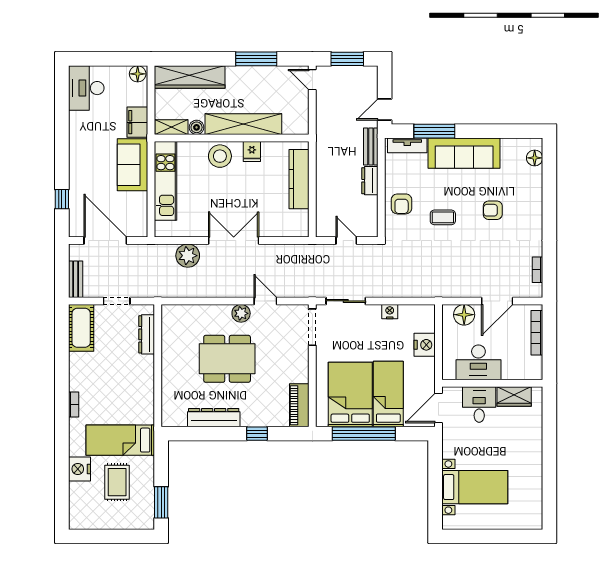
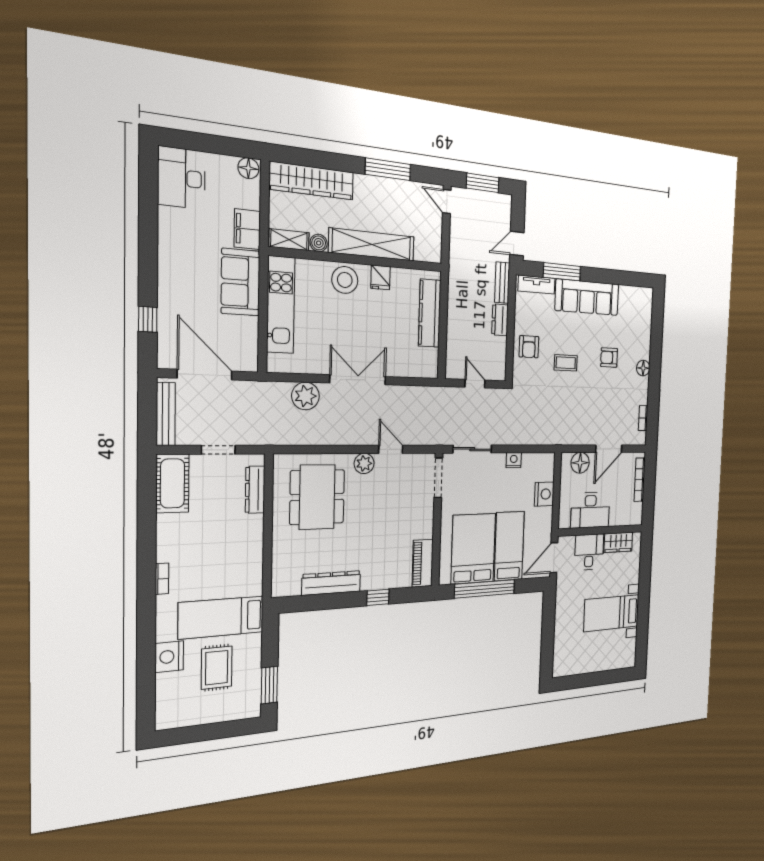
floor lamp: (535, 158) -> (643, 368), moved
bench: (76, 279) -> (166, 414), width x1.36
dining table: (227, 359) -> (317, 497), moved, turned 90
bed with nightstands: (475, 487) -> (612, 613), moved, turned 180

